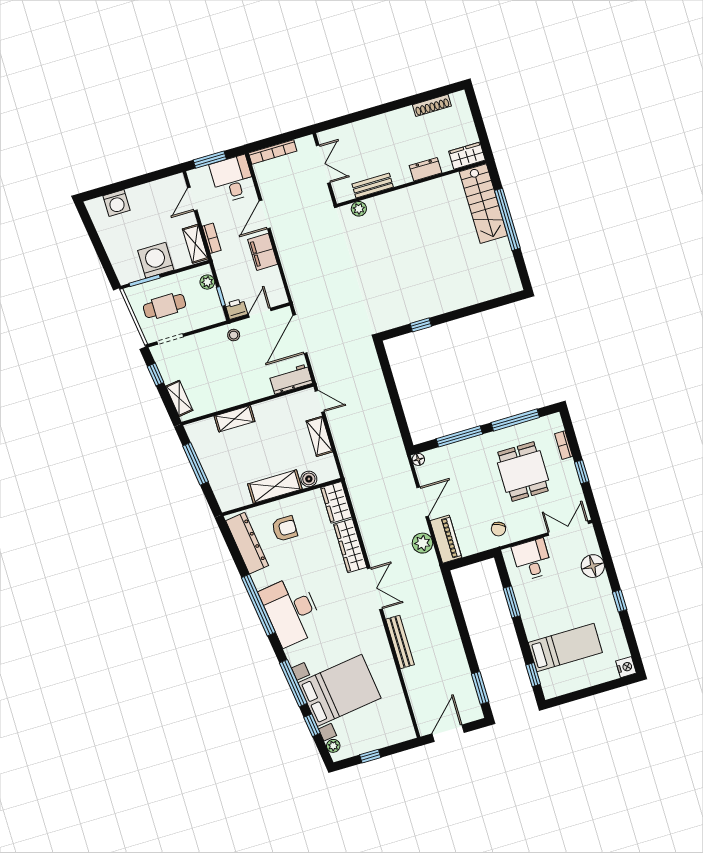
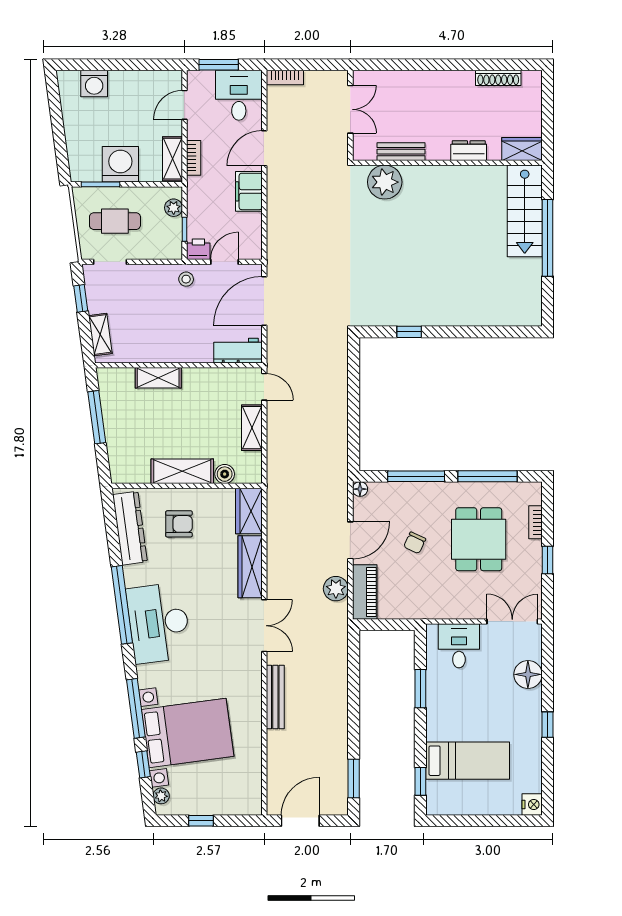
bookcase: (273, 152) -> (285, 78), width x0.64
plant: (359, 209) -> (385, 182), width x1.88, depth x1.88
chair: (498, 529) -> (415, 543), moved

